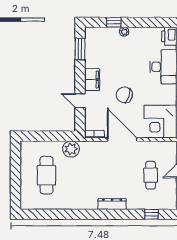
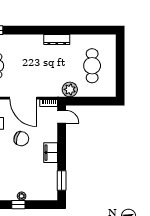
window: (114, 22) -> (18, 205), moved
door: (80, 101) -> (62, 117), moved
dresser: (112, 204) -> (57, 40), moved

